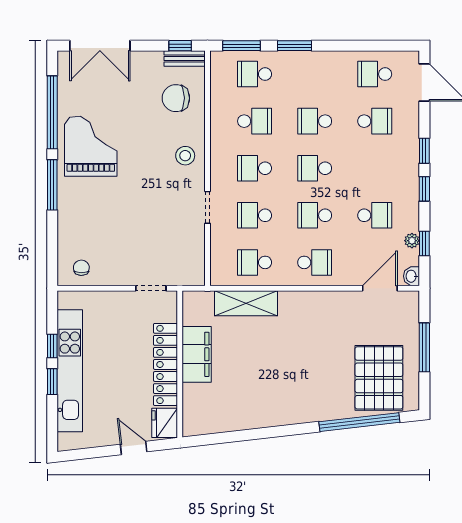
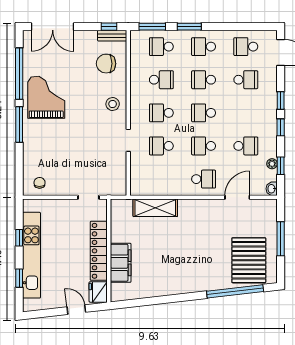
school desk: (255, 262) -> (204, 47), moved
door: (380, 288) -> (237, 197), moved
filing cabinet: (197, 354) -> (121, 263), moved
window: (52, 382) -> (19, 278), moved

